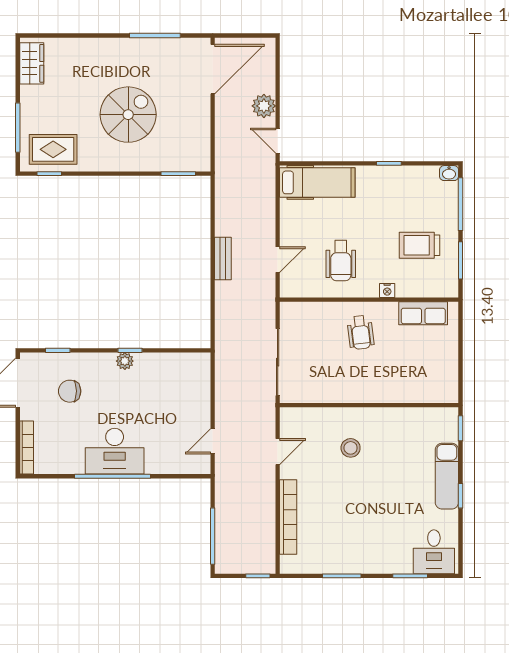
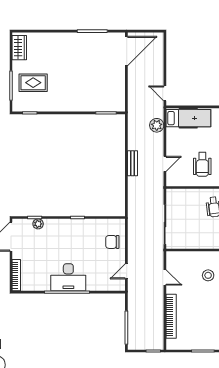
plant: (264, 106) -> (157, 125), moved
spiral stairs: (128, 115) -> (76, 78), removed
rug: (53, 149) -> (33, 83), moved
plant: (125, 361) -> (38, 224), moved
chair: (70, 391) -> (112, 242), moved
door: (278, 452) -> (165, 278), hinge flipped

